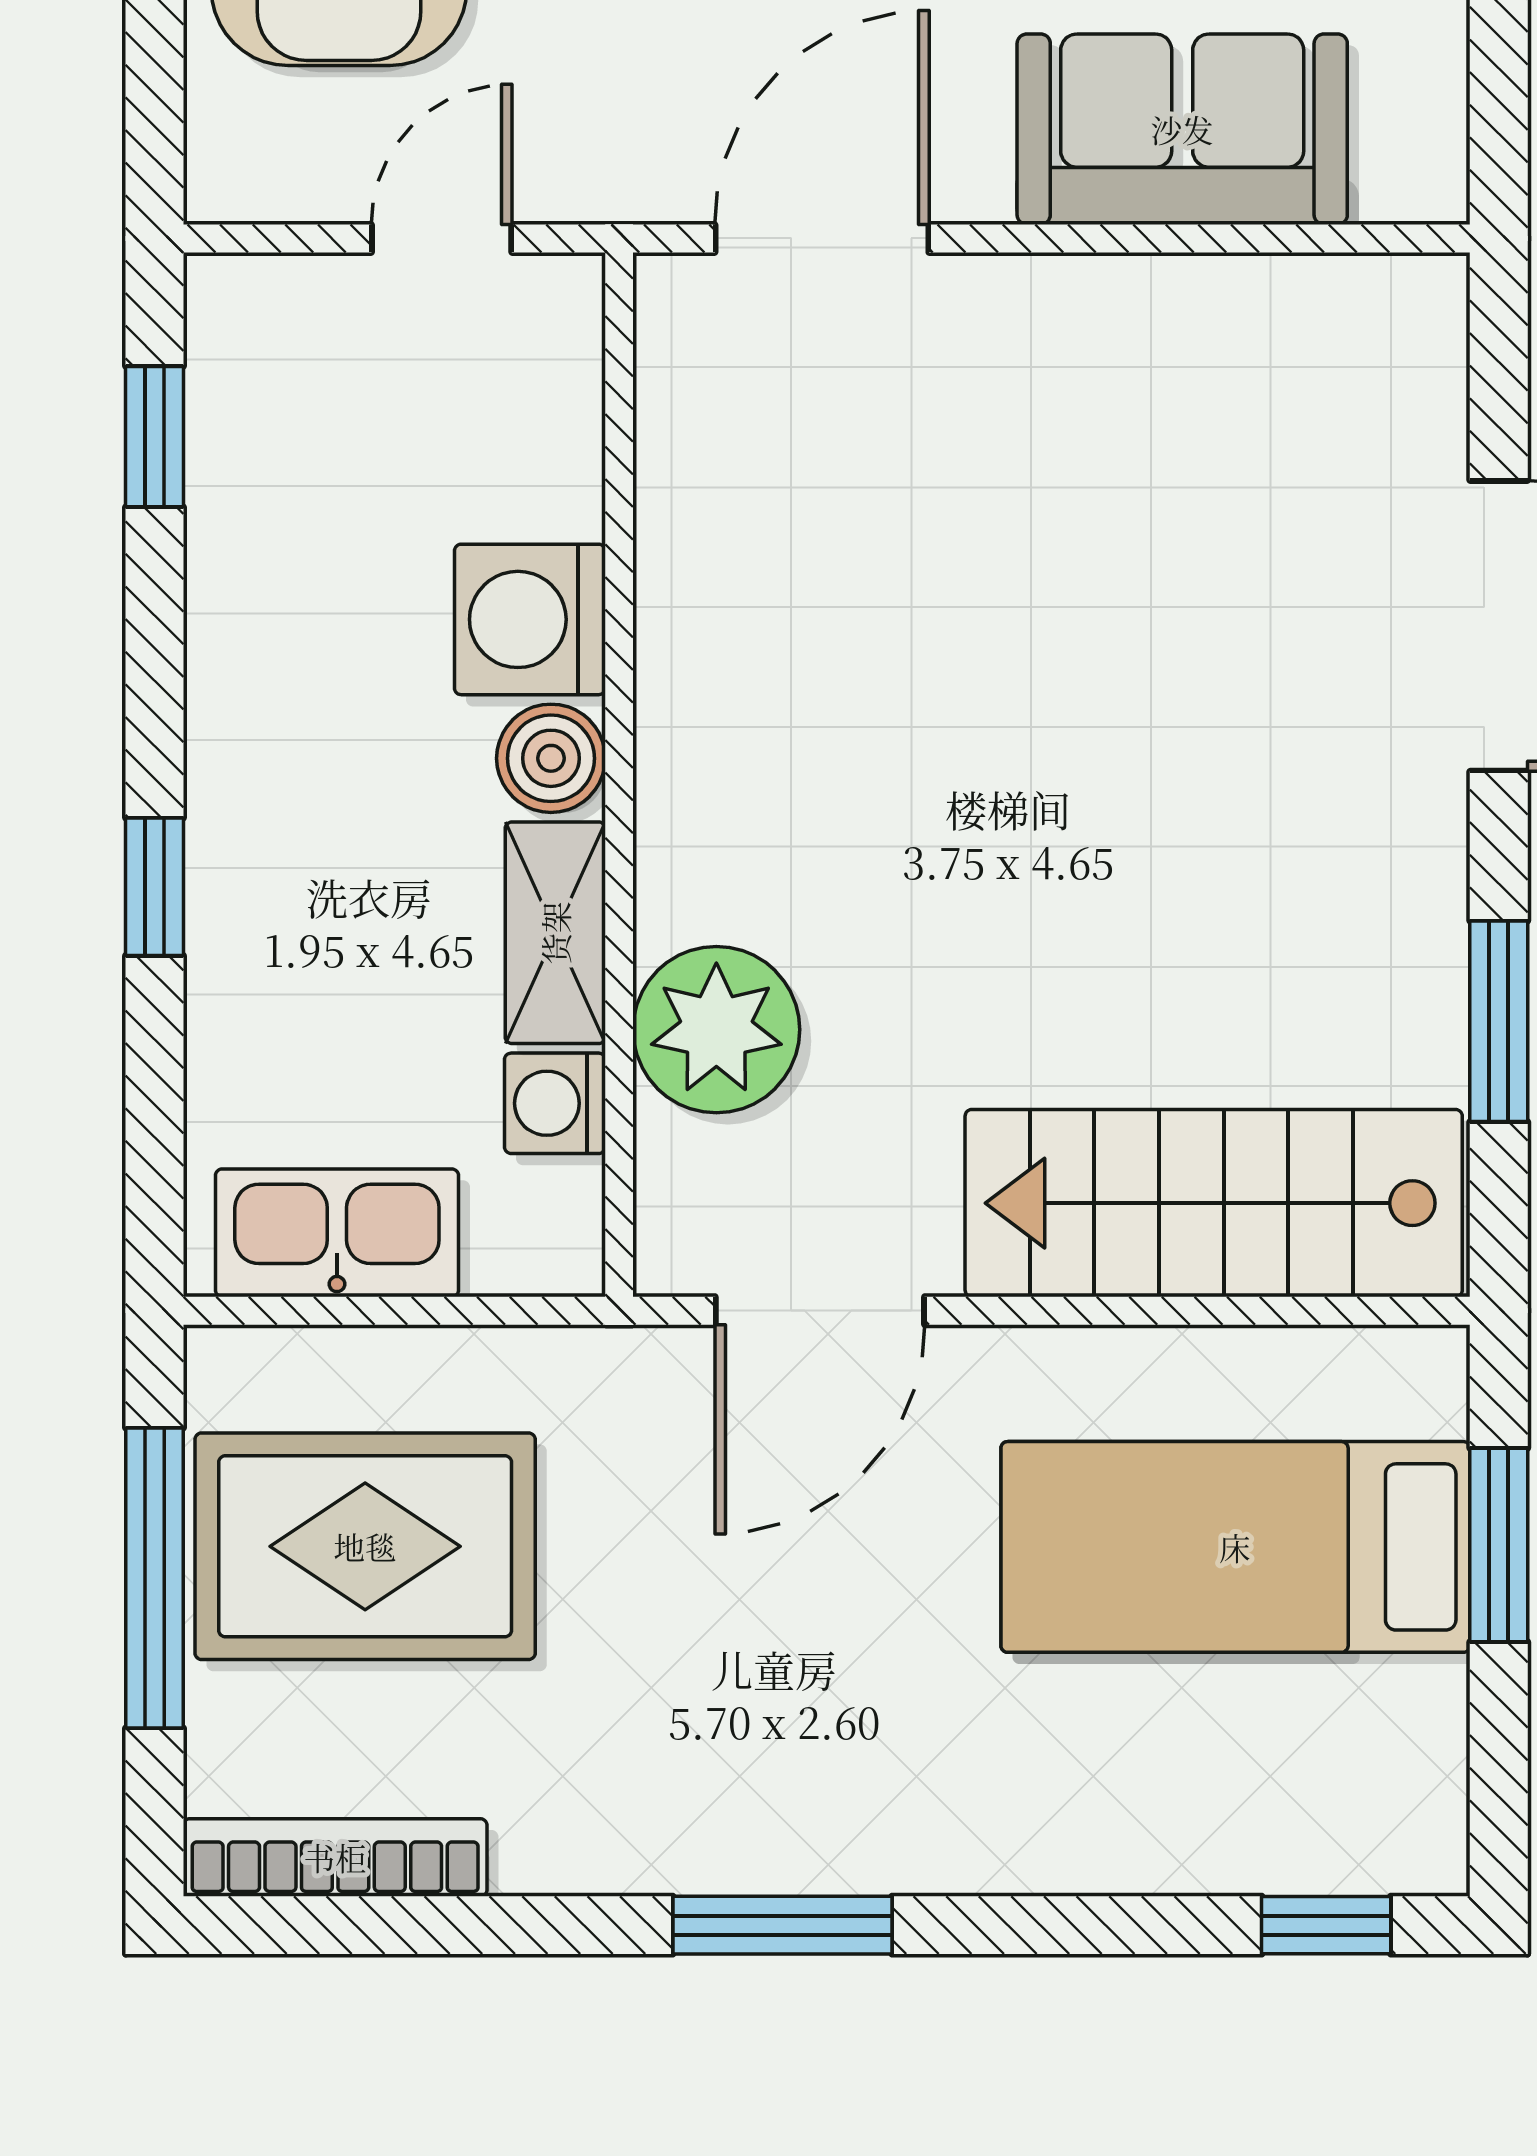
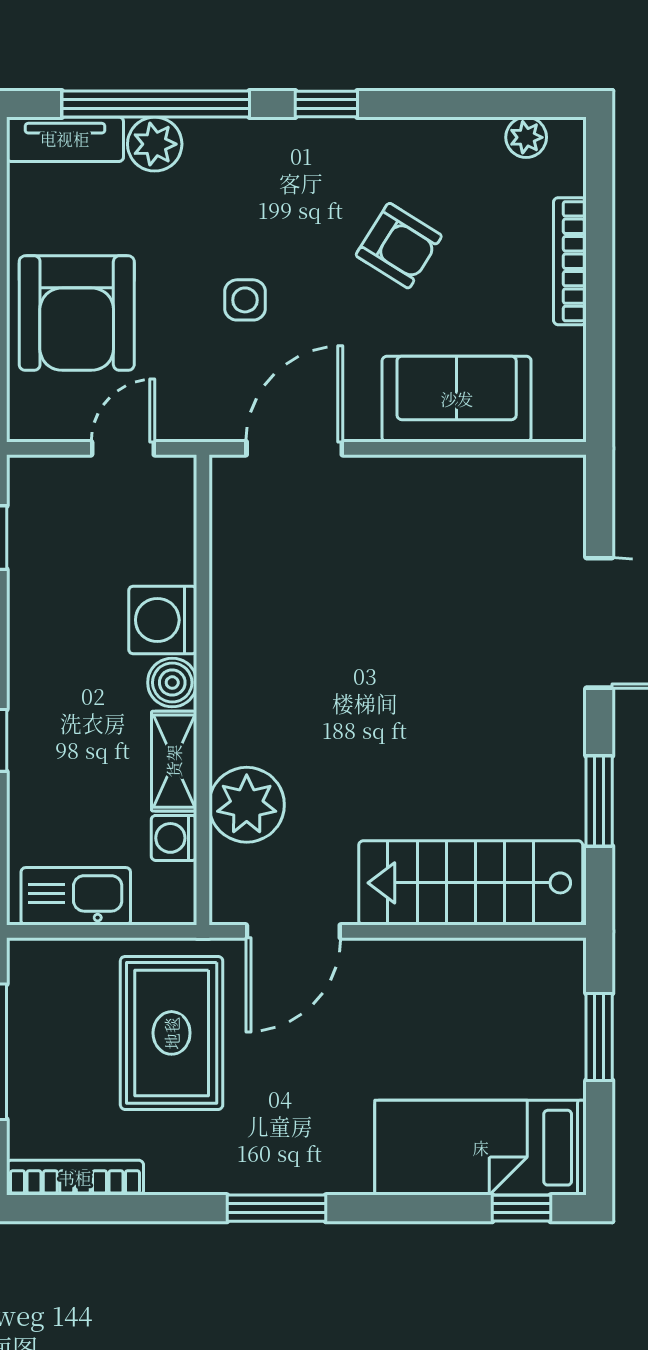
rug: (365, 1546) -> (172, 1033), moved, turned 90
bed: (1235, 1547) -> (481, 1148), moved

